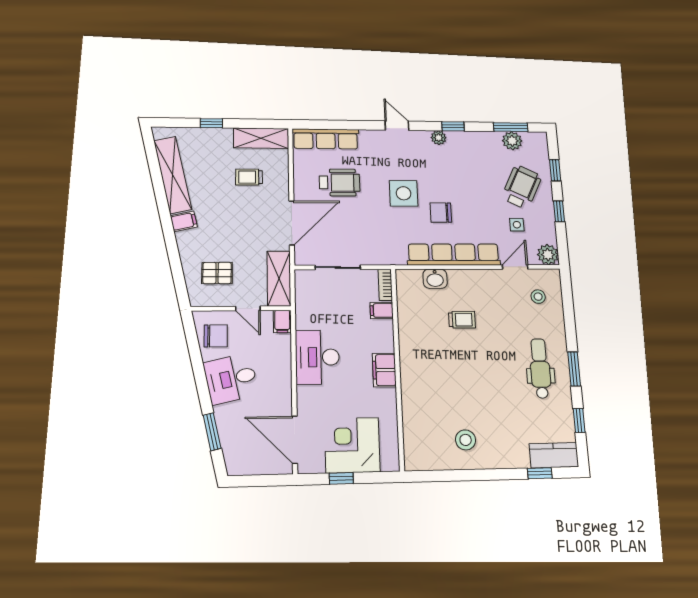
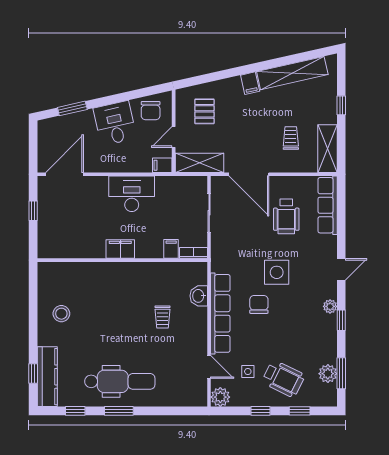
stool: (538, 297) -> (182, 385), removed
dental chair: (540, 368) -> (120, 381), width x1.36, depth x1.38
corner desk: (352, 445) -> (59, 220), removed
kitchen counter: (554, 455) -> (47, 377), width x1.50

